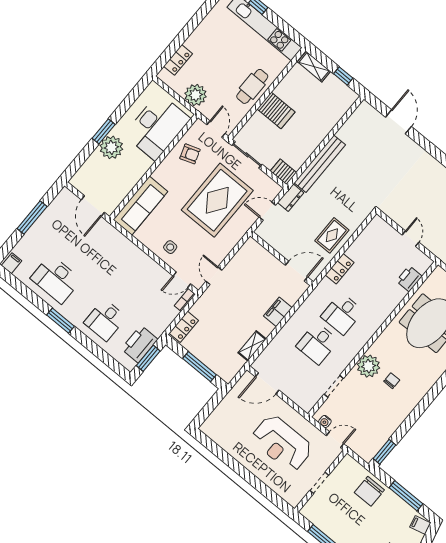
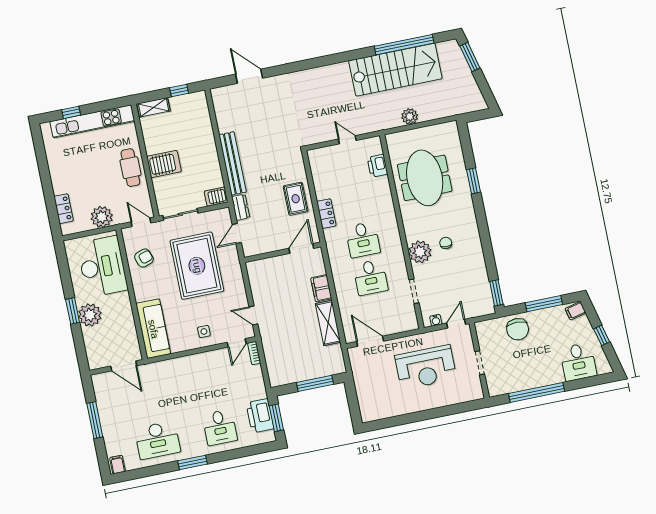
locker: (184, 327) -> (274, 371), removed
shelving: (252, 346) -> (328, 323), width x1.50, depth x1.33
door: (267, 383) -> (370, 341), swing flipped

